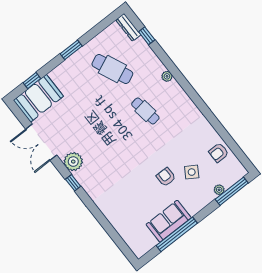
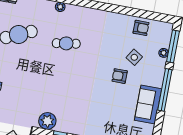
armchair: (219, 153) -> (141, 28), turned -90
window: (177, 234) -> (165, 90), moved

